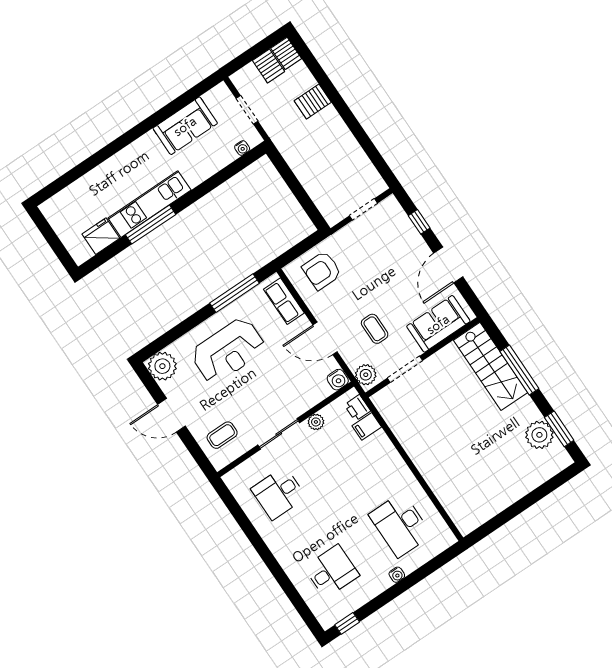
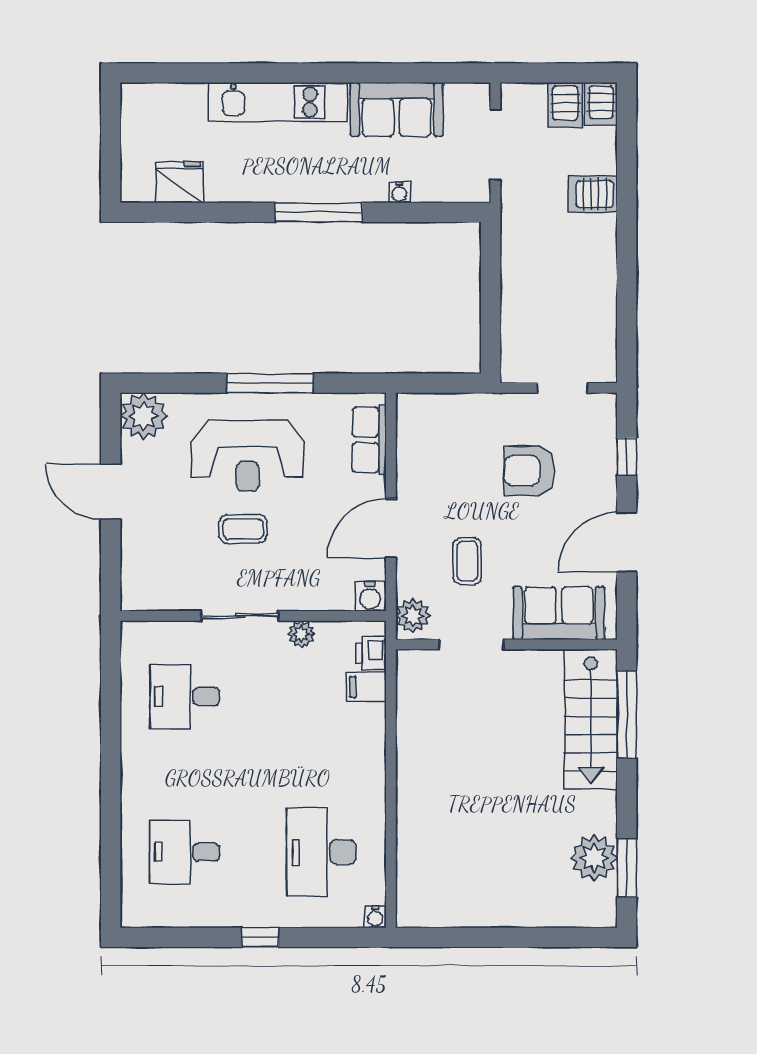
doorway: (247, 110) -> (495, 145), width x1.38
water cooler: (242, 148) -> (399, 192), moved
kitchen unit: (149, 204) -> (278, 102), moved, turned 180
window: (151, 225) -> (318, 212), moved
armchair: (322, 271) -> (529, 471), moved
window: (235, 293) -> (270, 383), moved
door: (325, 338) -> (391, 528), hinge flipped
window: (519, 370) -> (627, 714), moved
coffee table: (222, 435) -> (243, 529), moved
desk: (332, 571) -> (185, 852), turned 180
water cooler: (397, 575) -> (375, 917), moved
window: (347, 623) -> (260, 937), moved

